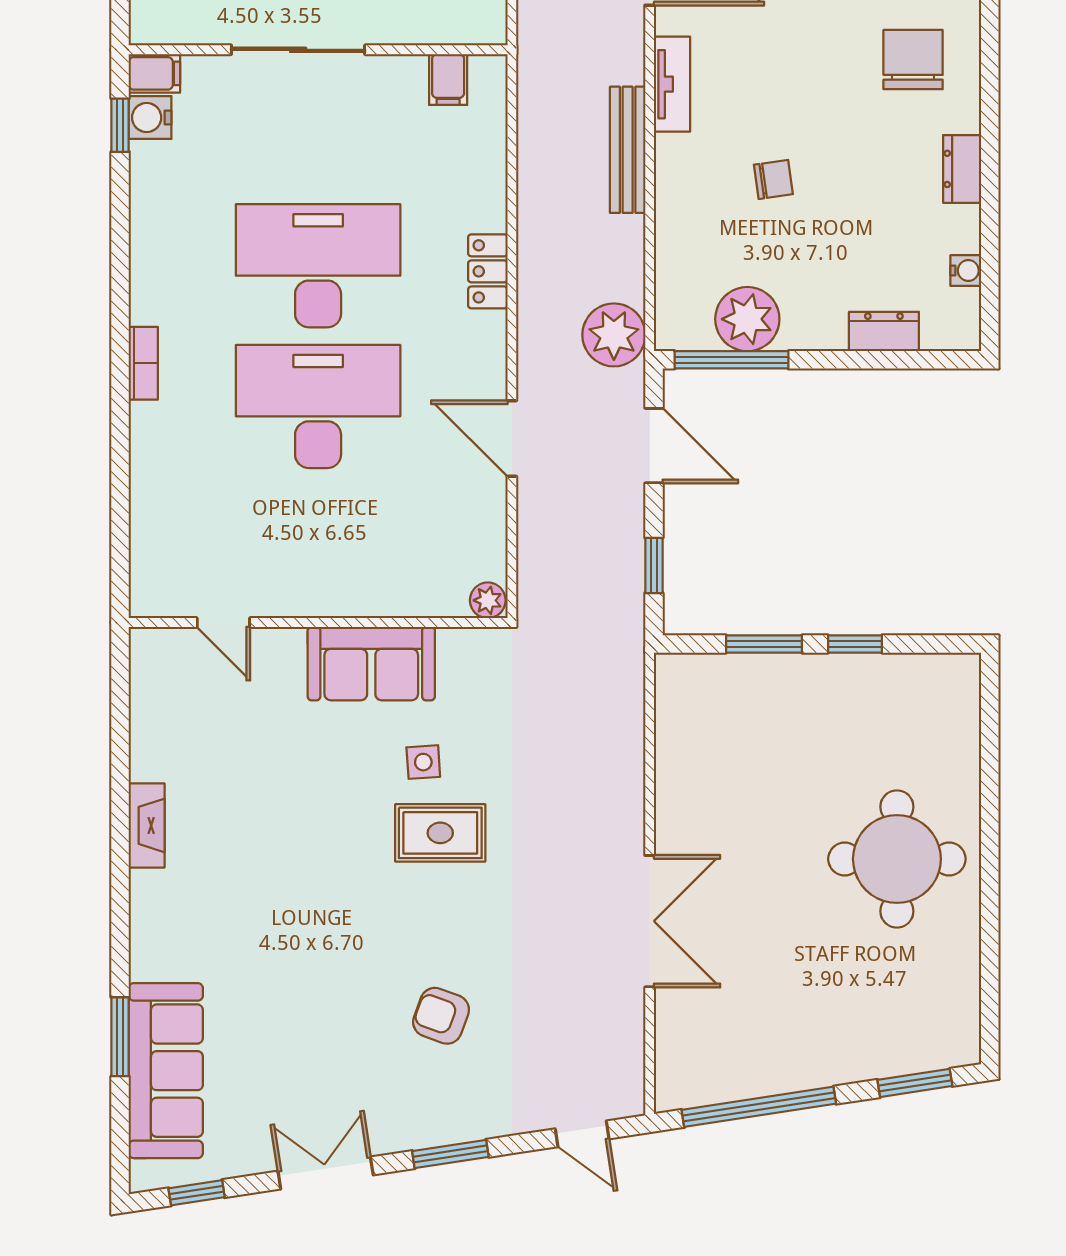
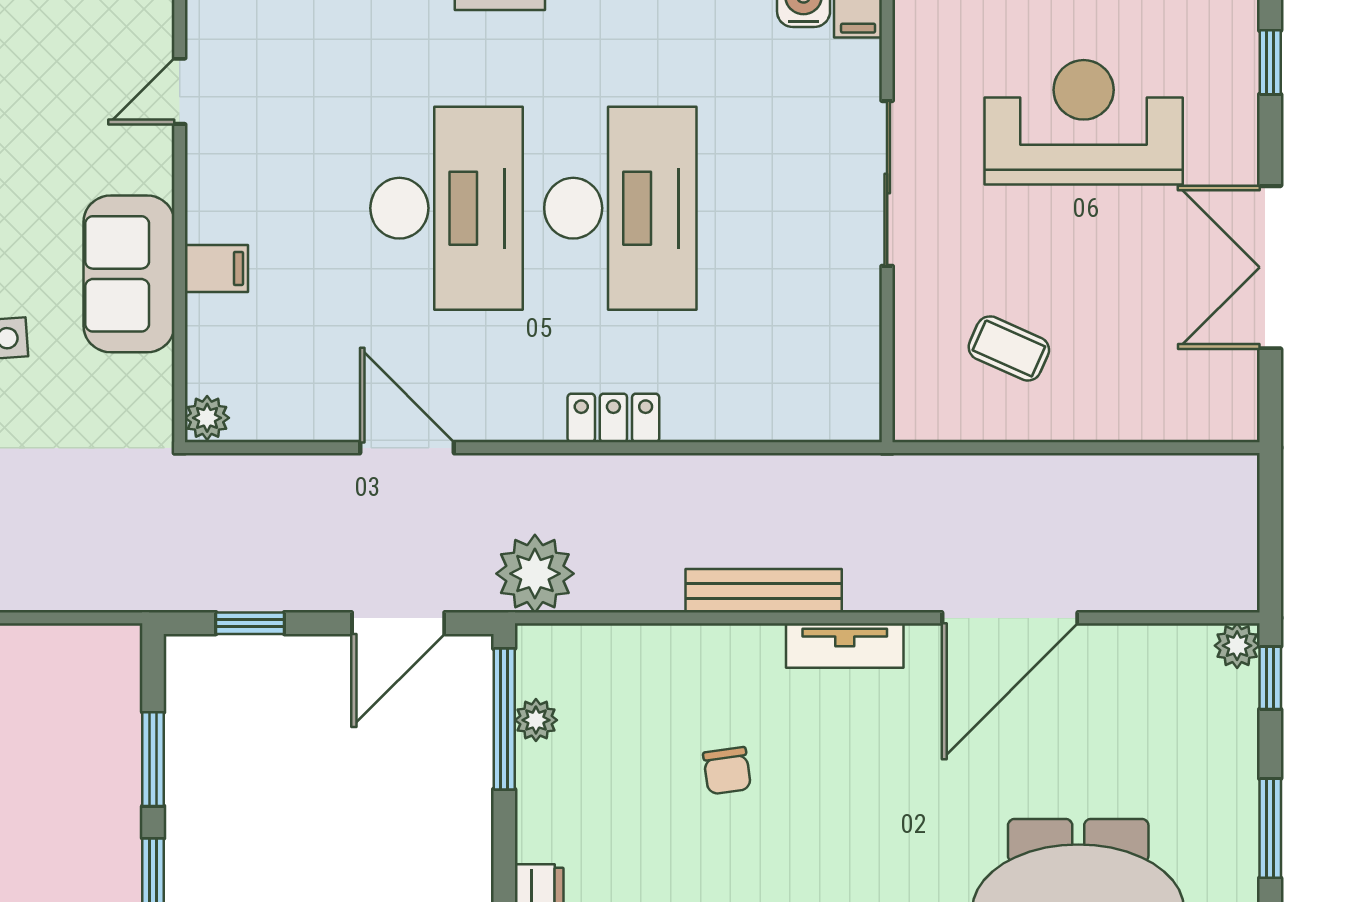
filing cabinet: (448, 80) -> (216, 268), moved, turned 180
plant: (747, 319) -> (536, 720), width x0.53, depth x0.53
door: (512, 438) -> (407, 448), hinge flipped

